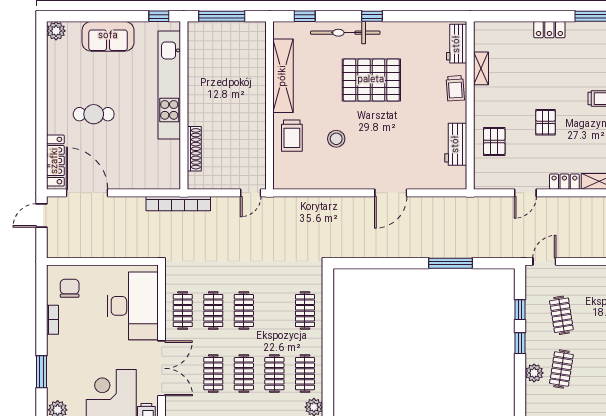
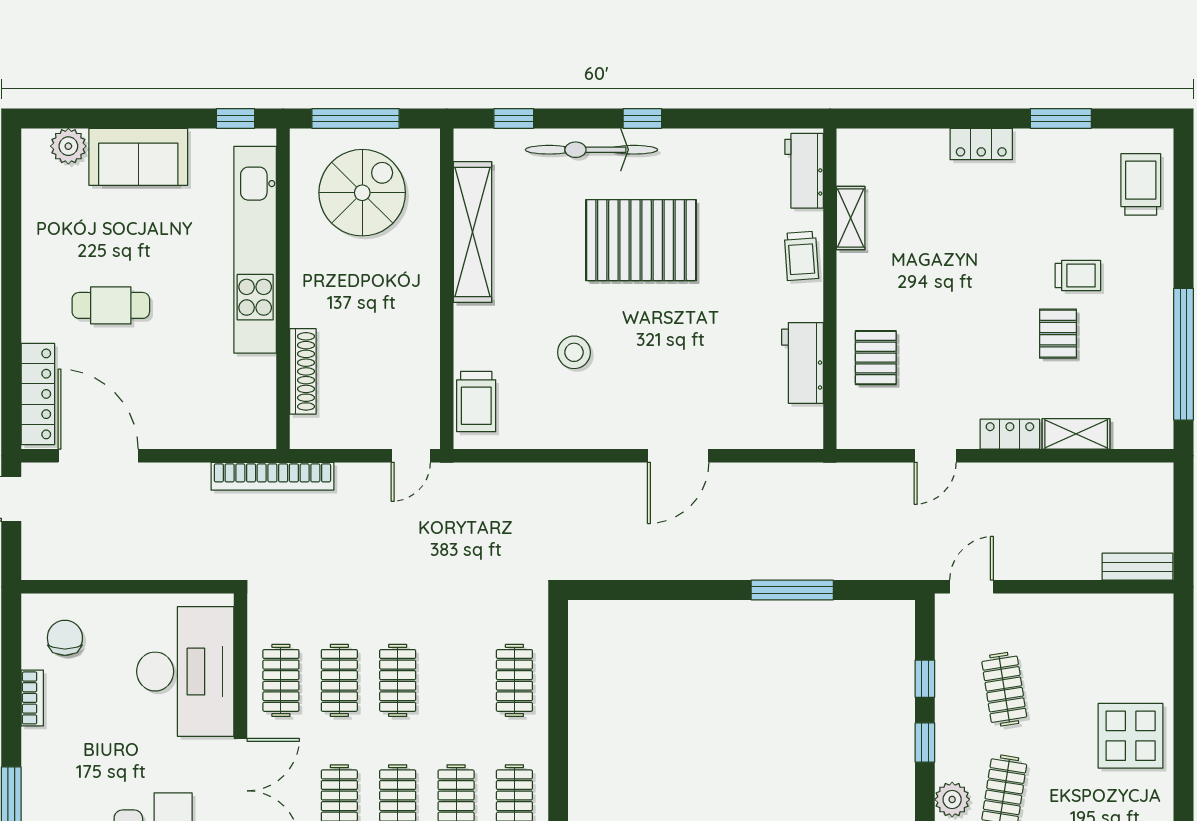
plant: (56, 31) -> (68, 146), moved
spiral stairs: (225, 55) -> (362, 193), added
pallet: (545, 122) -> (1058, 334), moved
trolley: (292, 136) -> (476, 402), moved

